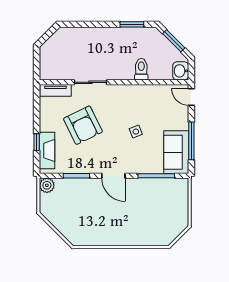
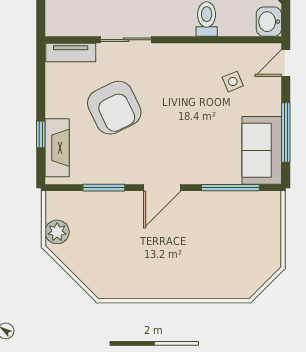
door: (191, 97) -> (286, 63), hinge flipped
side table: (136, 132) -> (233, 82), moved
door: (113, 176) -> (162, 188), hinge flipped
plant: (47, 185) -> (57, 232), moved

